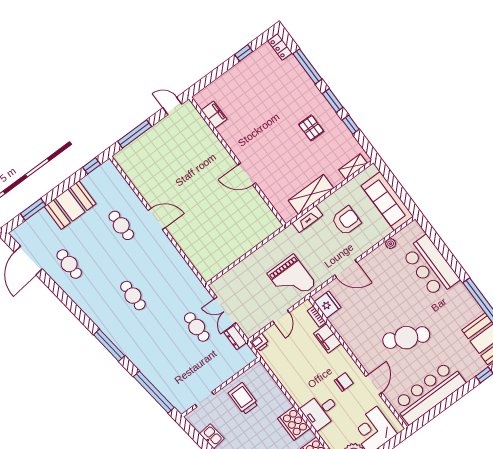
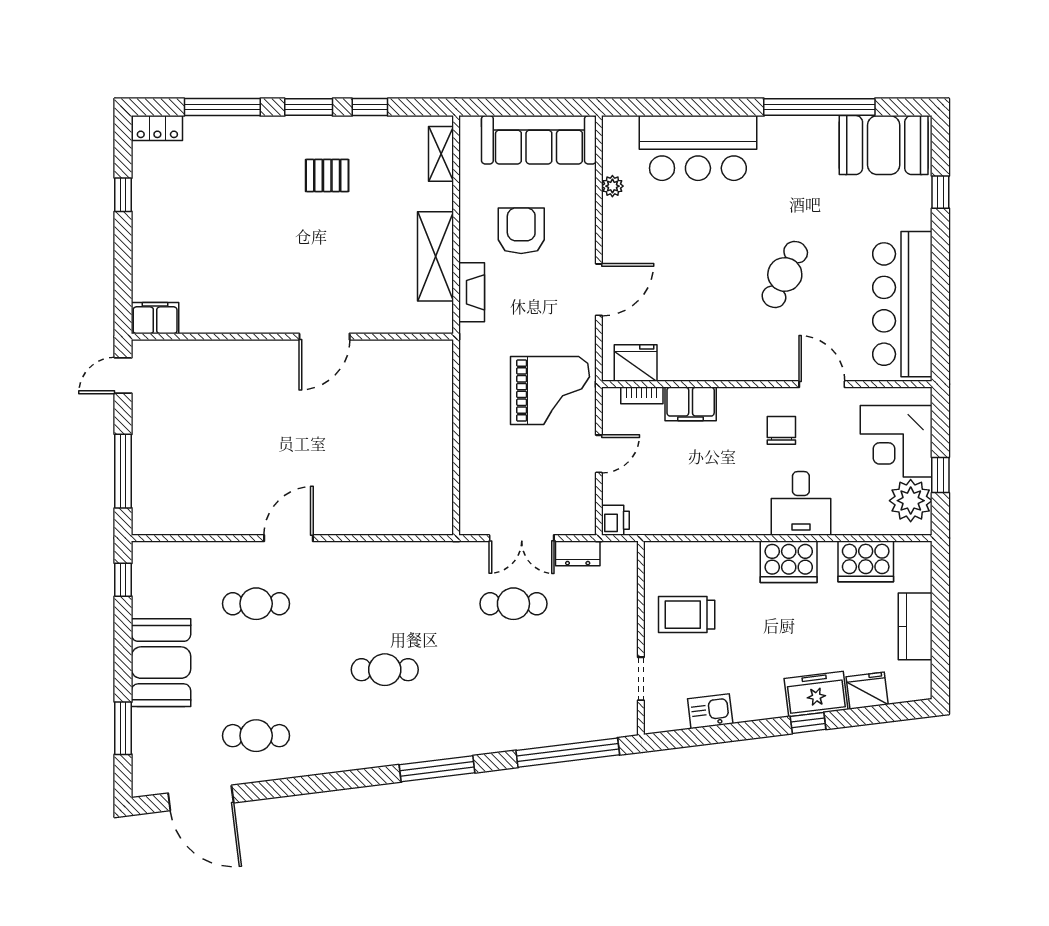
filing cabinet: (214, 115) -> (155, 318), moved
door: (281, 317) -> (599, 454), hinge flipped
cafe table: (406, 338) -> (785, 274), width x0.73, depth x0.74

